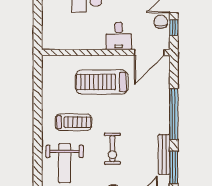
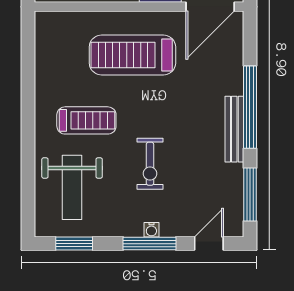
bench: (164, 154) -> (234, 129), moved

